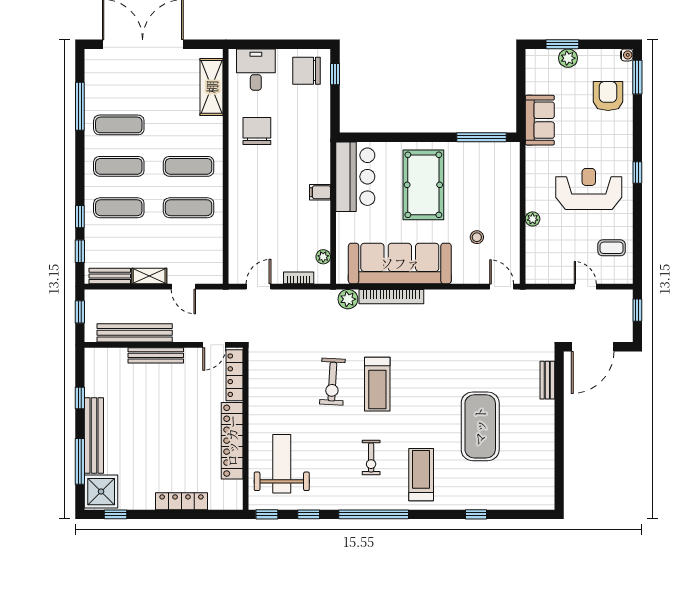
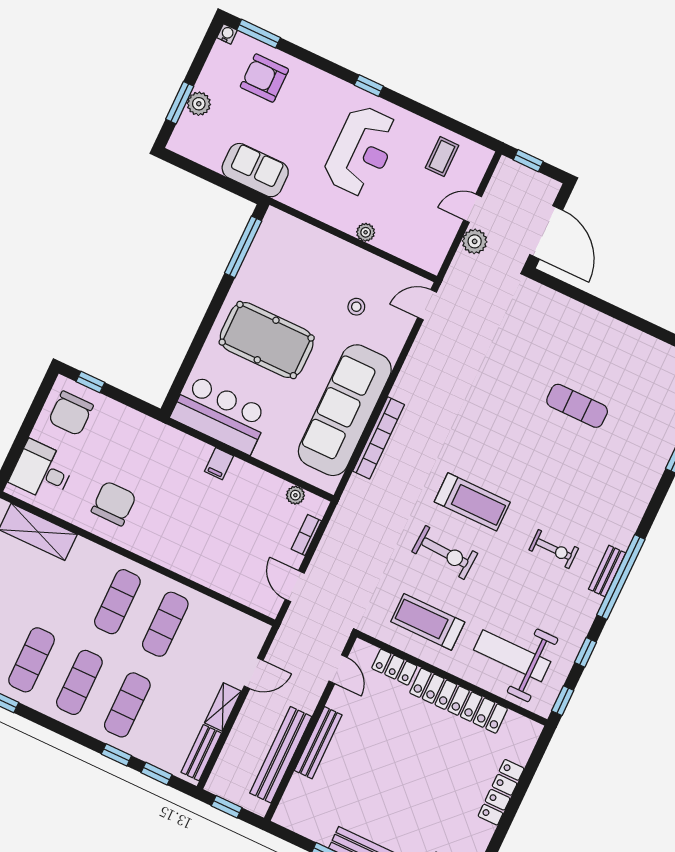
chair: (257, 131) -> (114, 503), turned 90
reception desk: (589, 189) -> (362, 151), turned 180
plant: (348, 299) -> (475, 241), moved
locker: (235, 375) -> (394, 667), width x0.66
bench: (547, 380) -> (607, 571), moved, turned 90
exercise mat: (480, 426) -> (577, 406), width x0.50, depth x0.69
treadmill: (421, 475) -> (428, 622), moved

